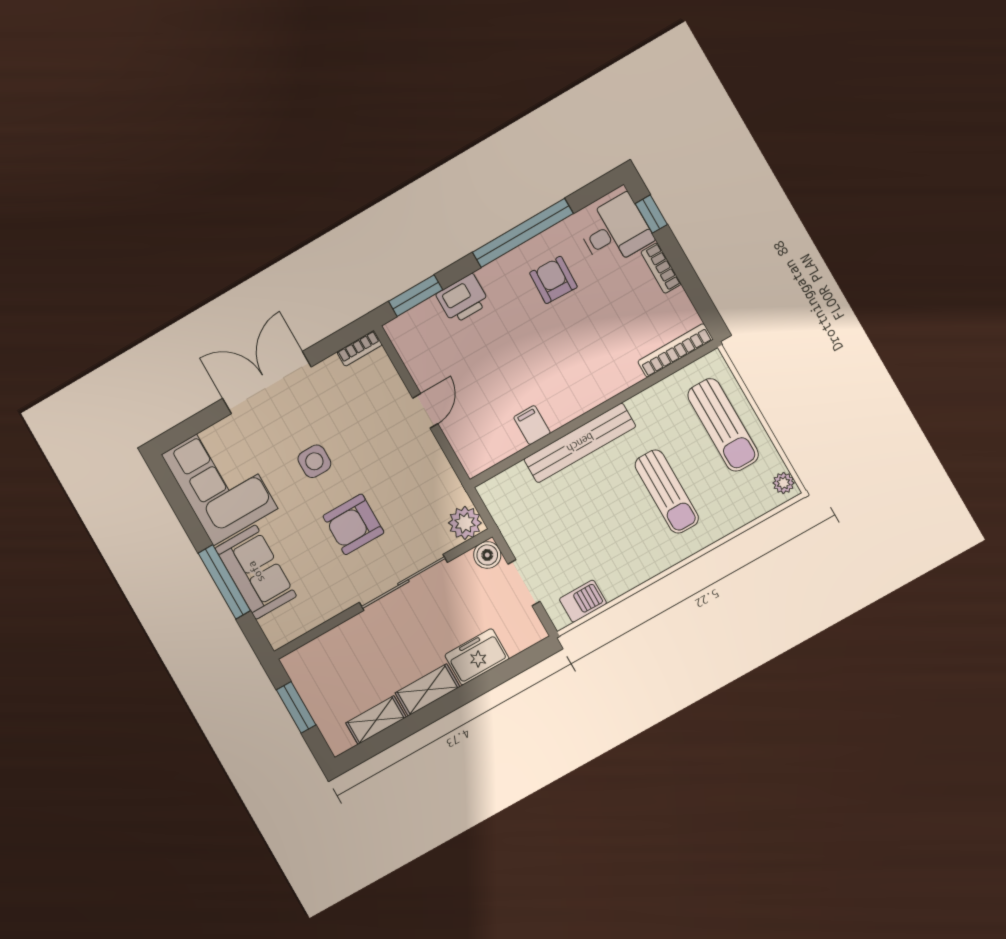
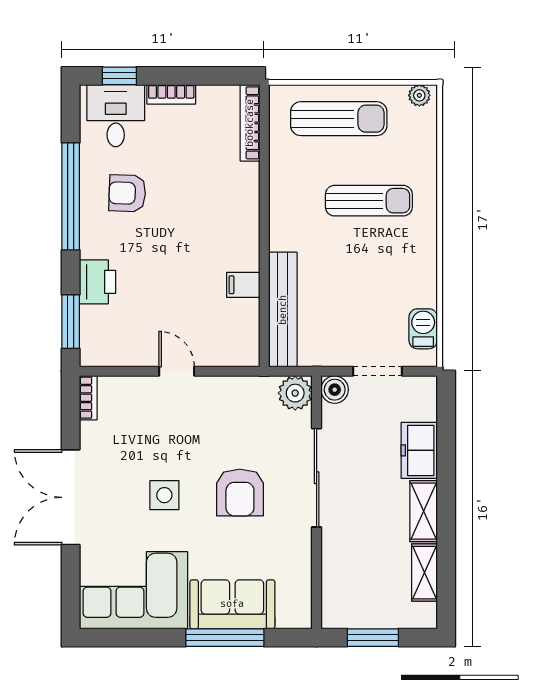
bench: (580, 443) -> (283, 310), moved

